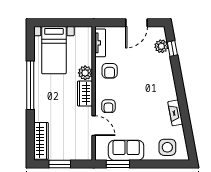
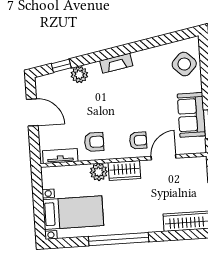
plant: (161, 46) -> (79, 75), moved
fireplace: (175, 113) -> (116, 63), moved
side table: (167, 147) -> (184, 64), turned 45

